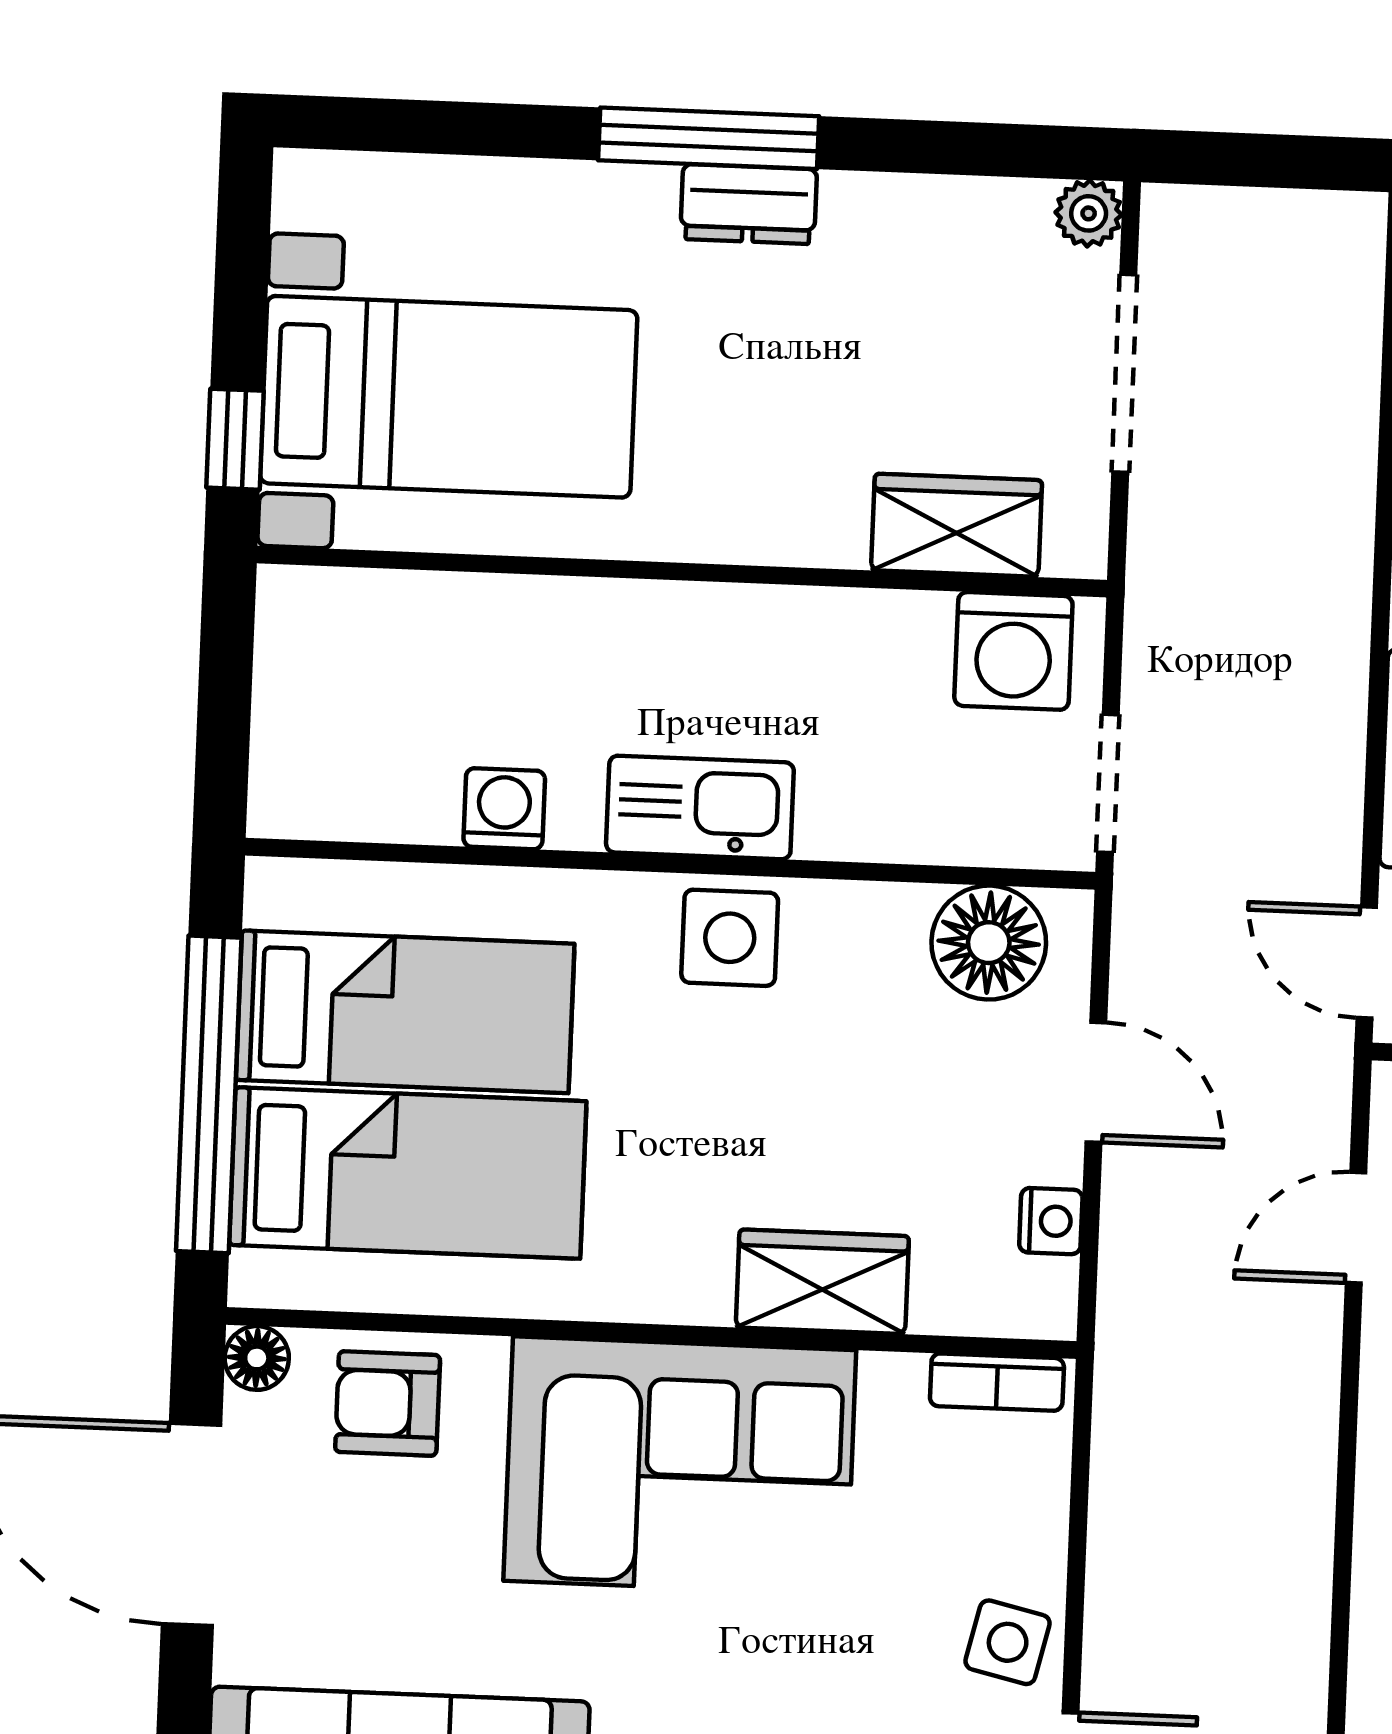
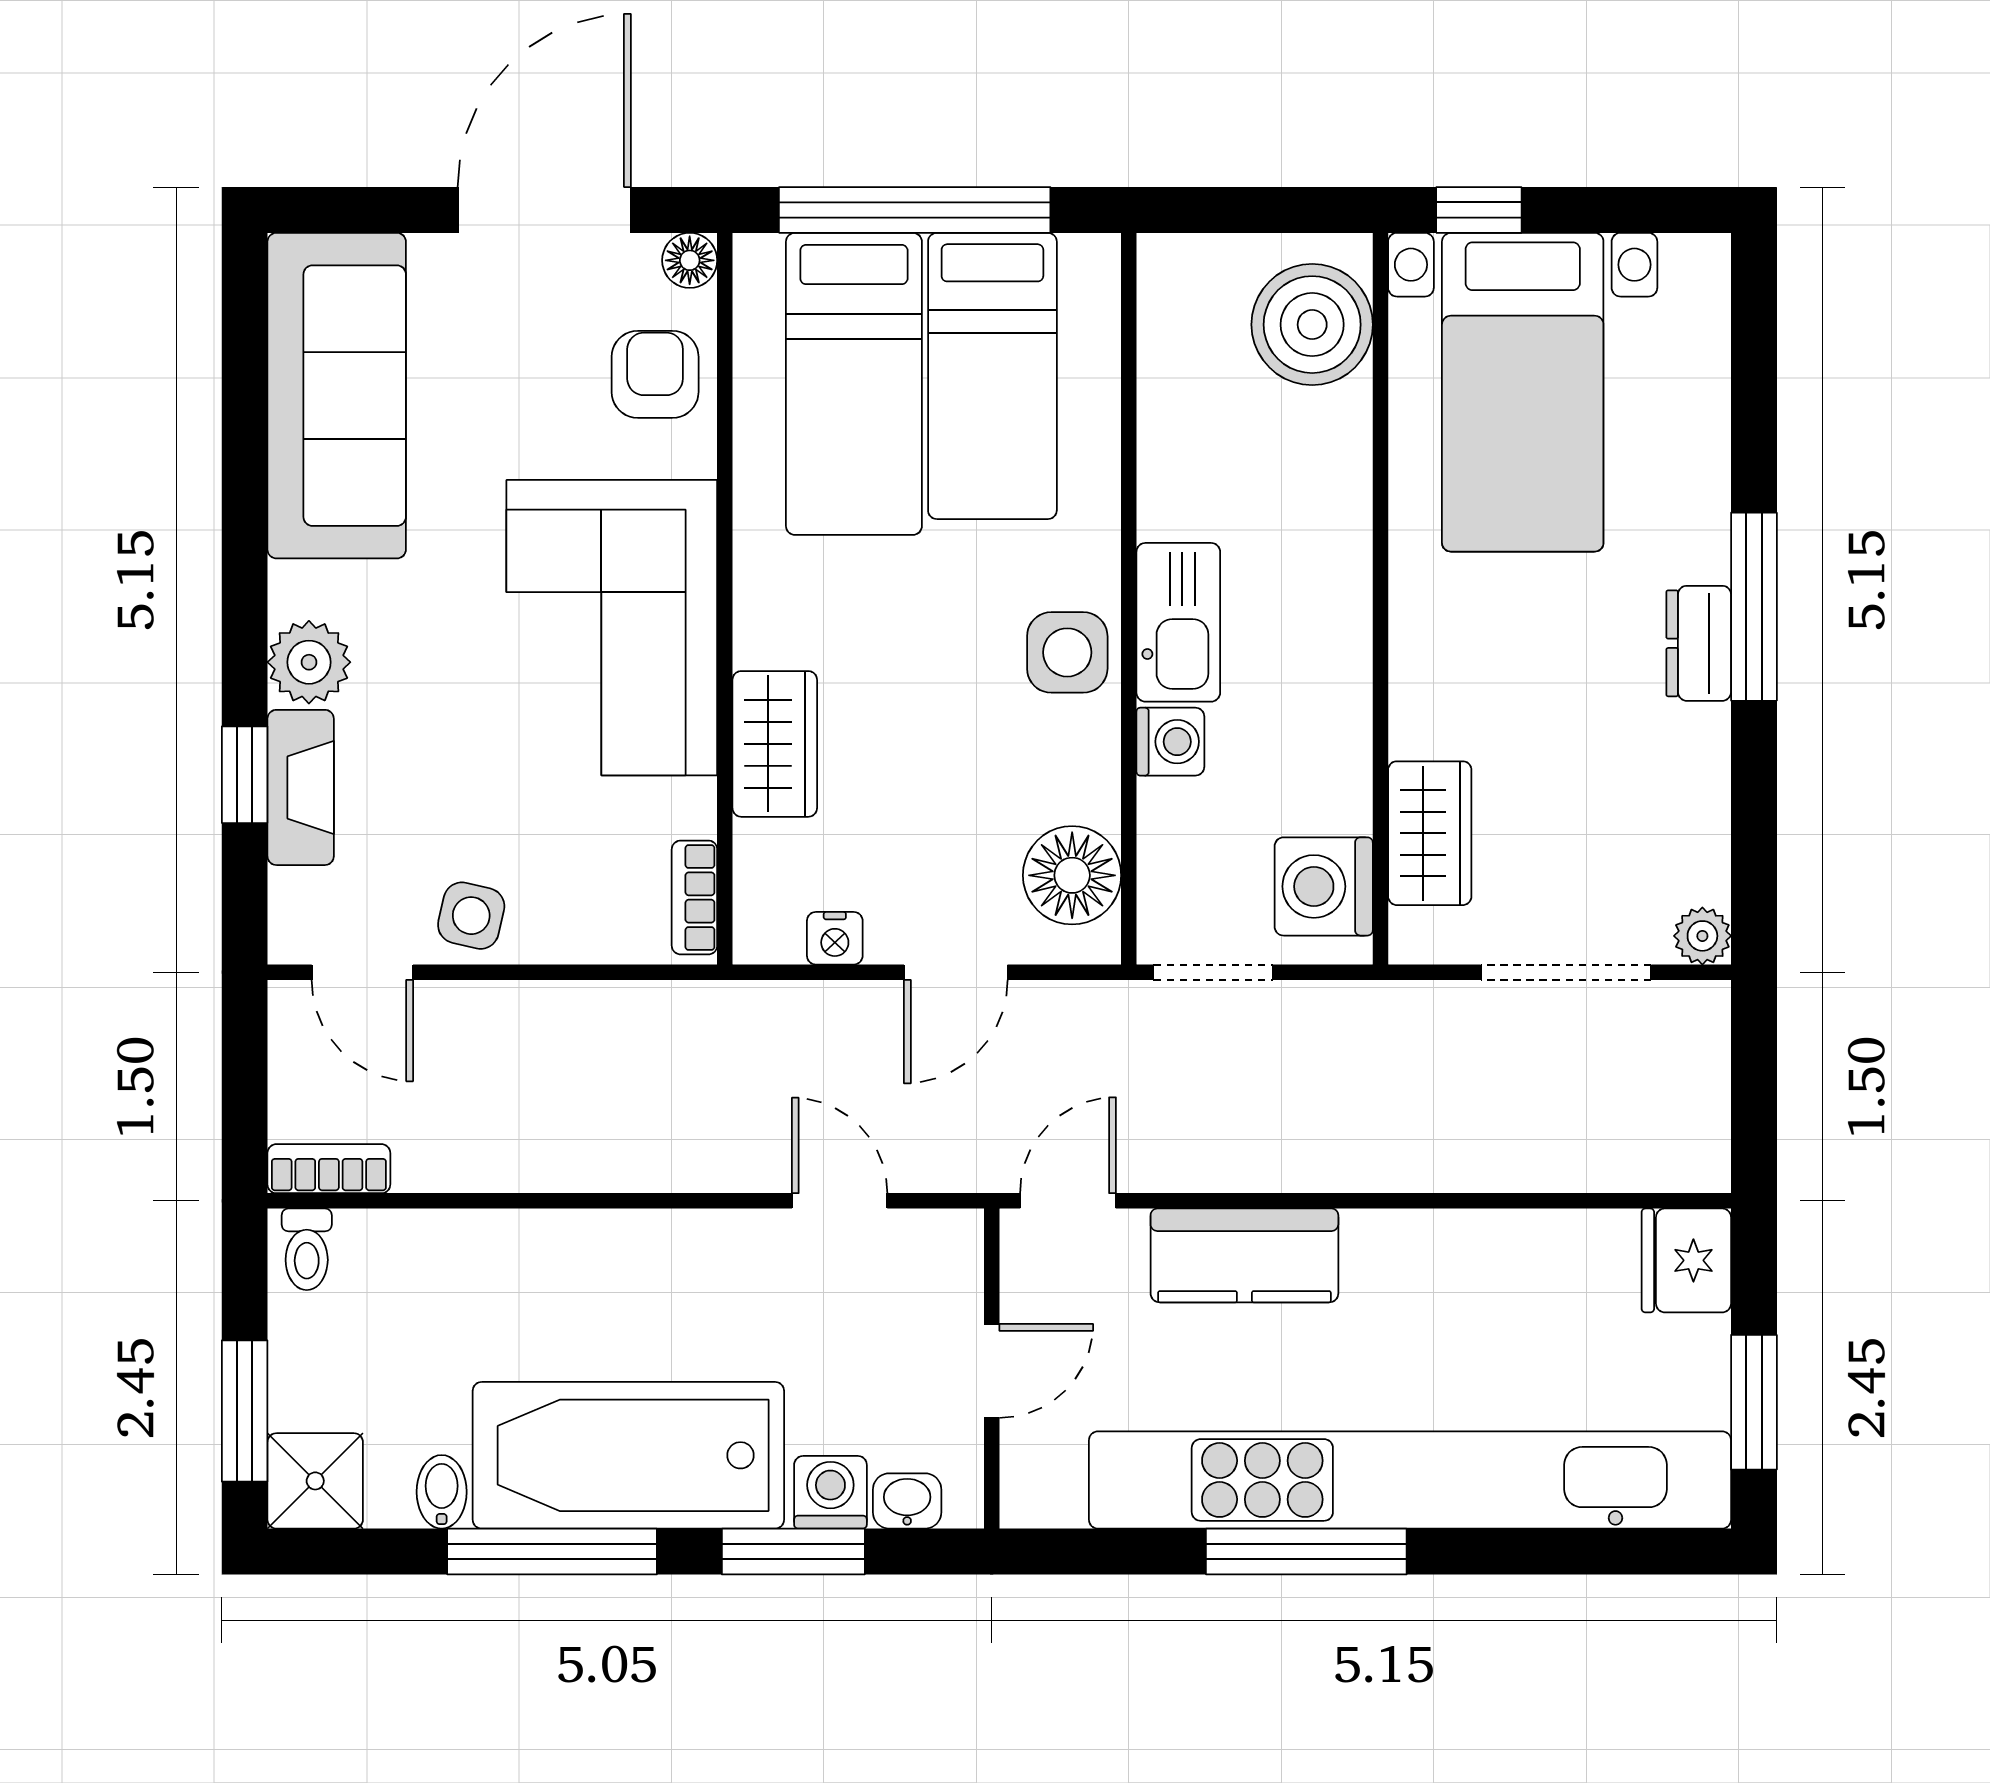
boiler: (360, 638) -> (1312, 325), added
washing machine: (504, 809) -> (1170, 742), moved

